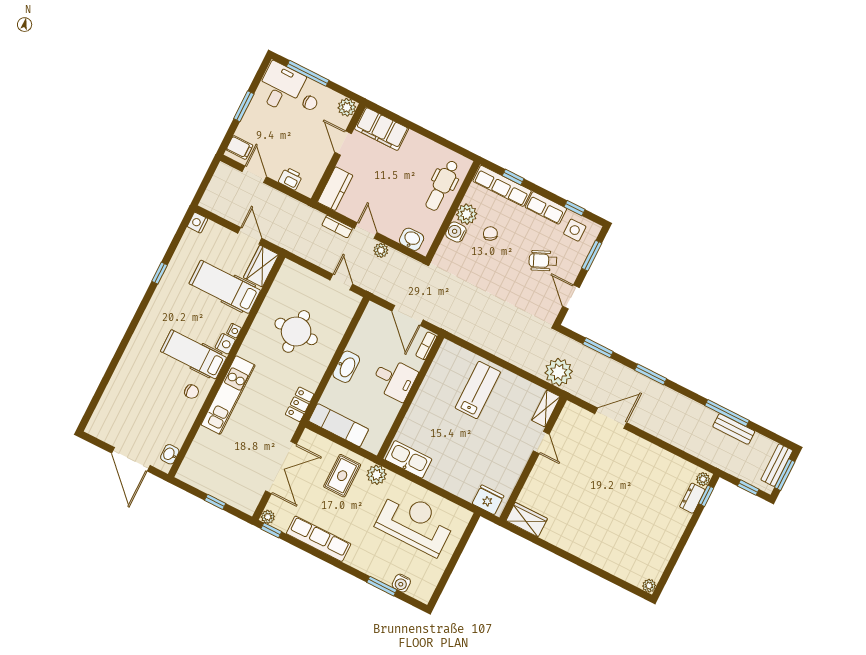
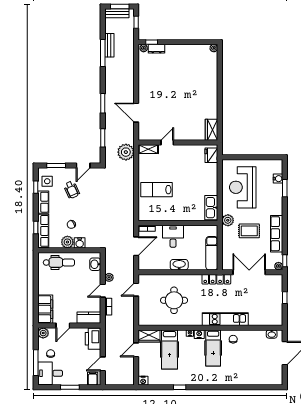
printer: (291, 179) -> (93, 339), width x1.87, depth x1.48
locker: (300, 404) -> (216, 279), width x1.53
rug: (342, 476) -> (249, 231), moved

